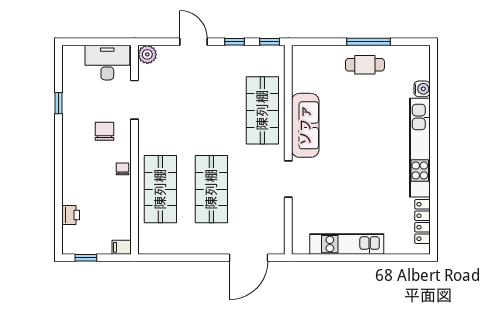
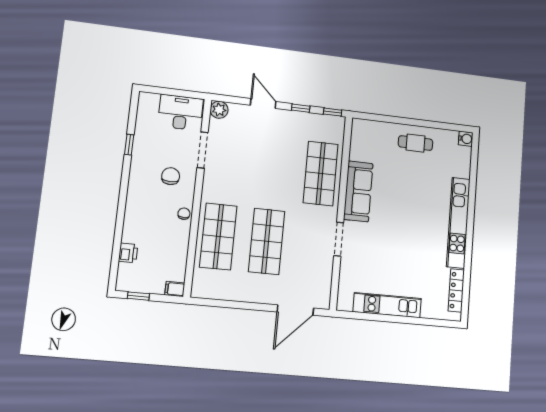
window: (368, 42) -> (420, 123), removed
water cooler: (422, 89) -> (466, 139), moved

